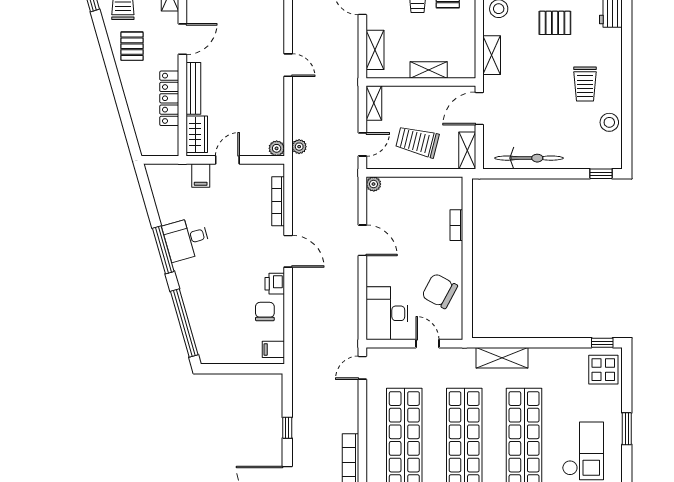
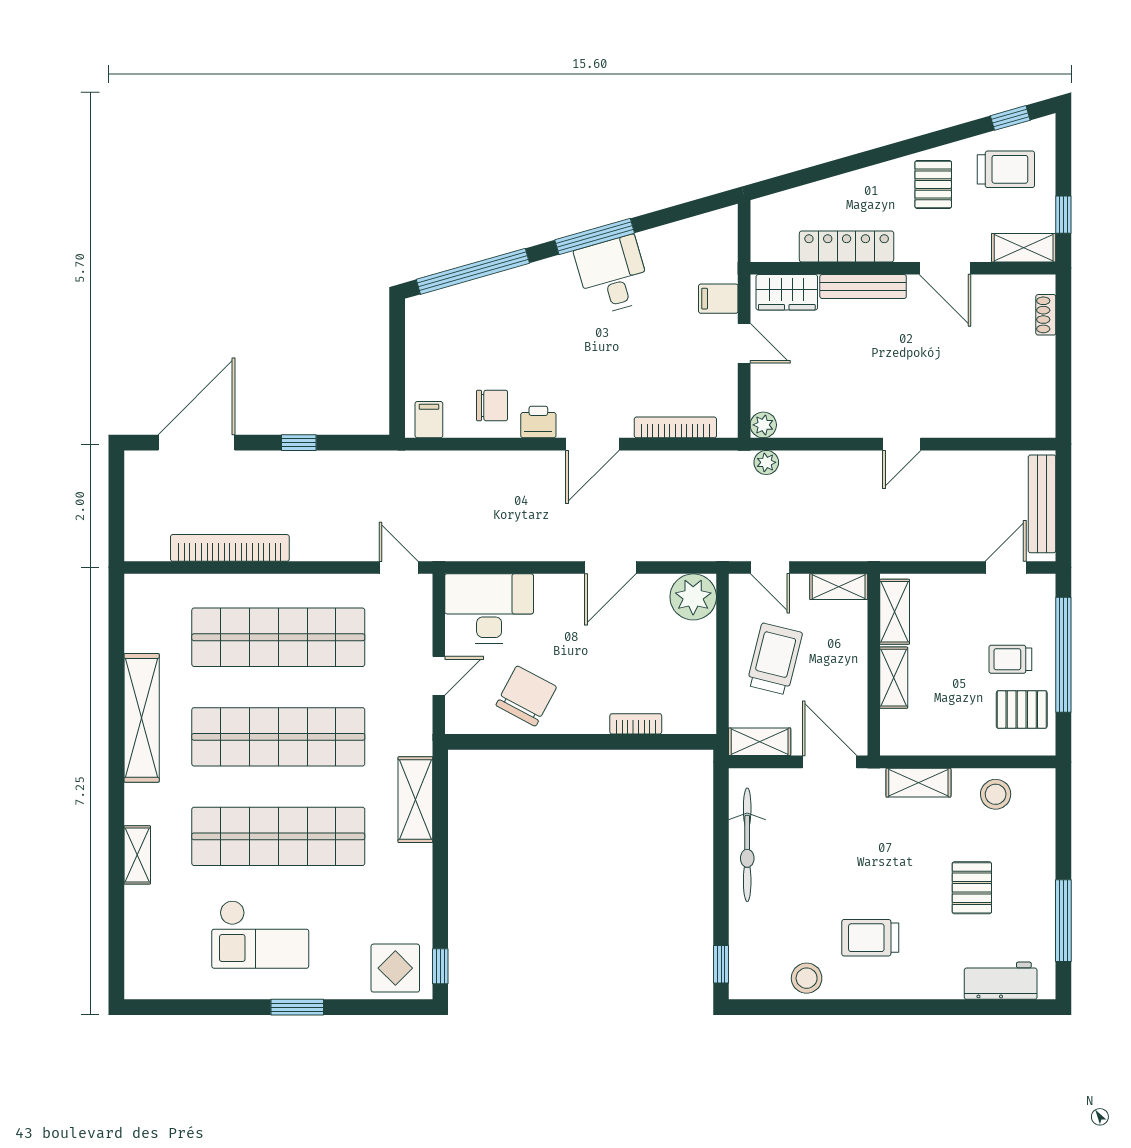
pallet: (132, 46) -> (933, 184), turned 90
shelving: (375, 50) -> (895, 612), moved, turned 90
plant: (374, 184) -> (693, 597), width x1.87, depth x1.87

